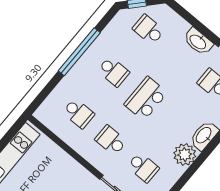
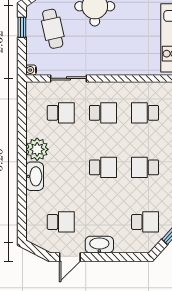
school desk: (146, 99) -> (103, 167), width x0.54
school desk: (143, 167) -> (61, 113), turned 180

